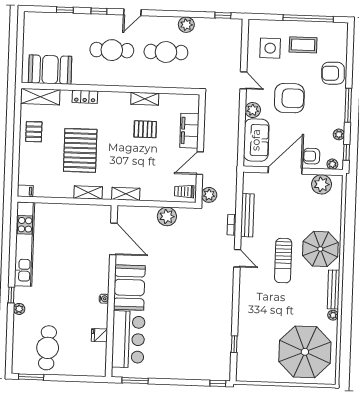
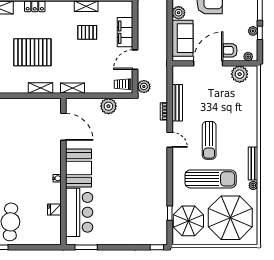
pallet: (80, 150) -> (32, 52), turned 90
window: (346, 152) -> (260, 33), moved
parasol: (320, 249) -> (188, 221), moved
sun lounger: (283, 306) -> (211, 179), added

